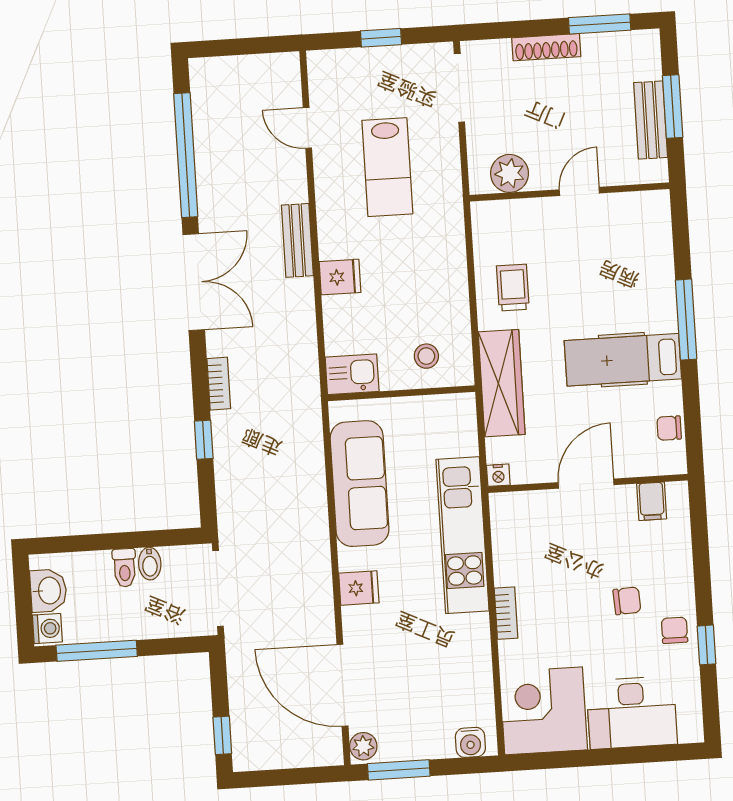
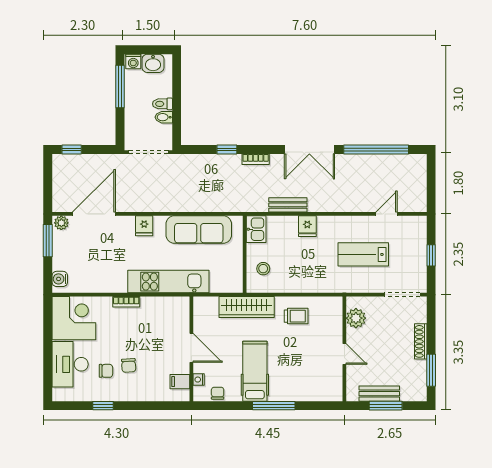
bench: (297, 240) -> (288, 205), moved
nightstand: (498, 475) -> (199, 380), moved
chair: (674, 630) -> (106, 371), moved

